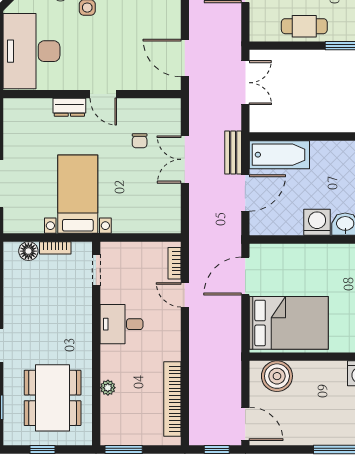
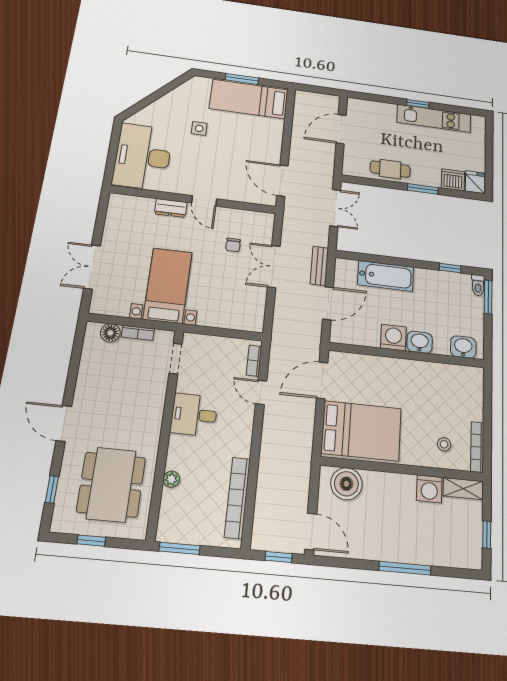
bathtub: (279, 155) -> (386, 276), moved

